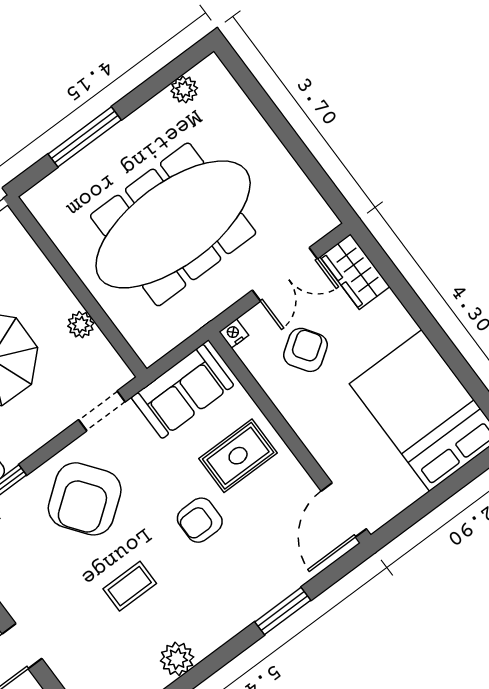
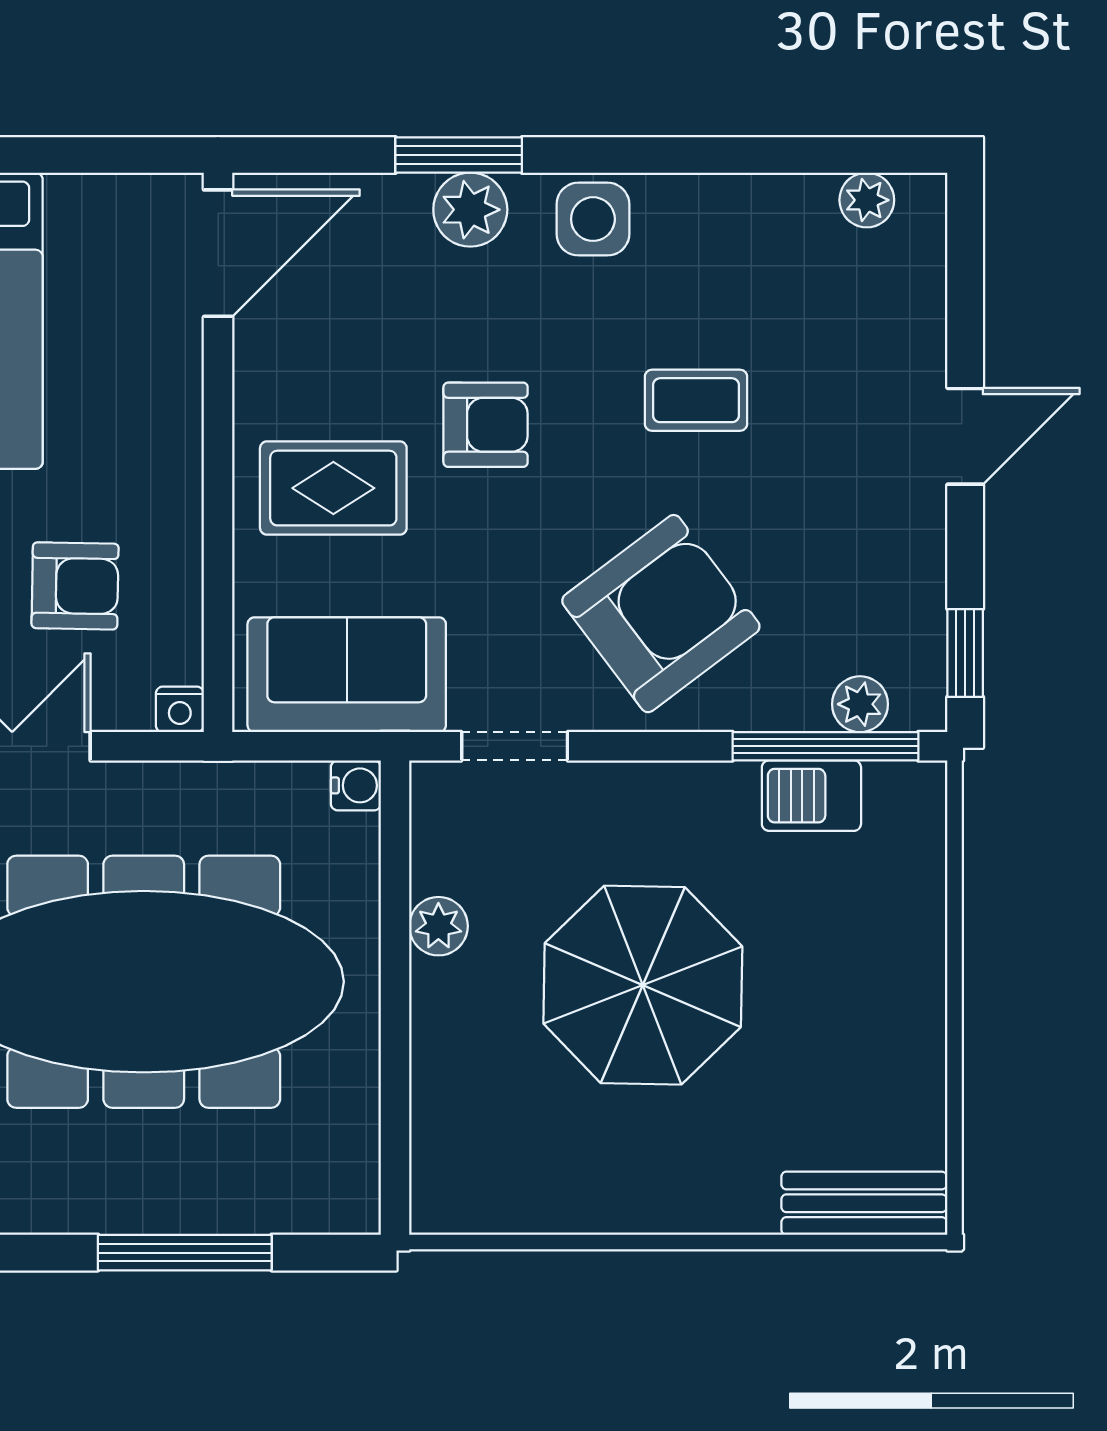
armchair: (306, 350) -> (75, 586), turned -145
water cooler: (149, 354) -> (356, 785), added
side table: (216, 624) -> (593, 219), added
plant: (177, 659) -> (470, 210), moved

